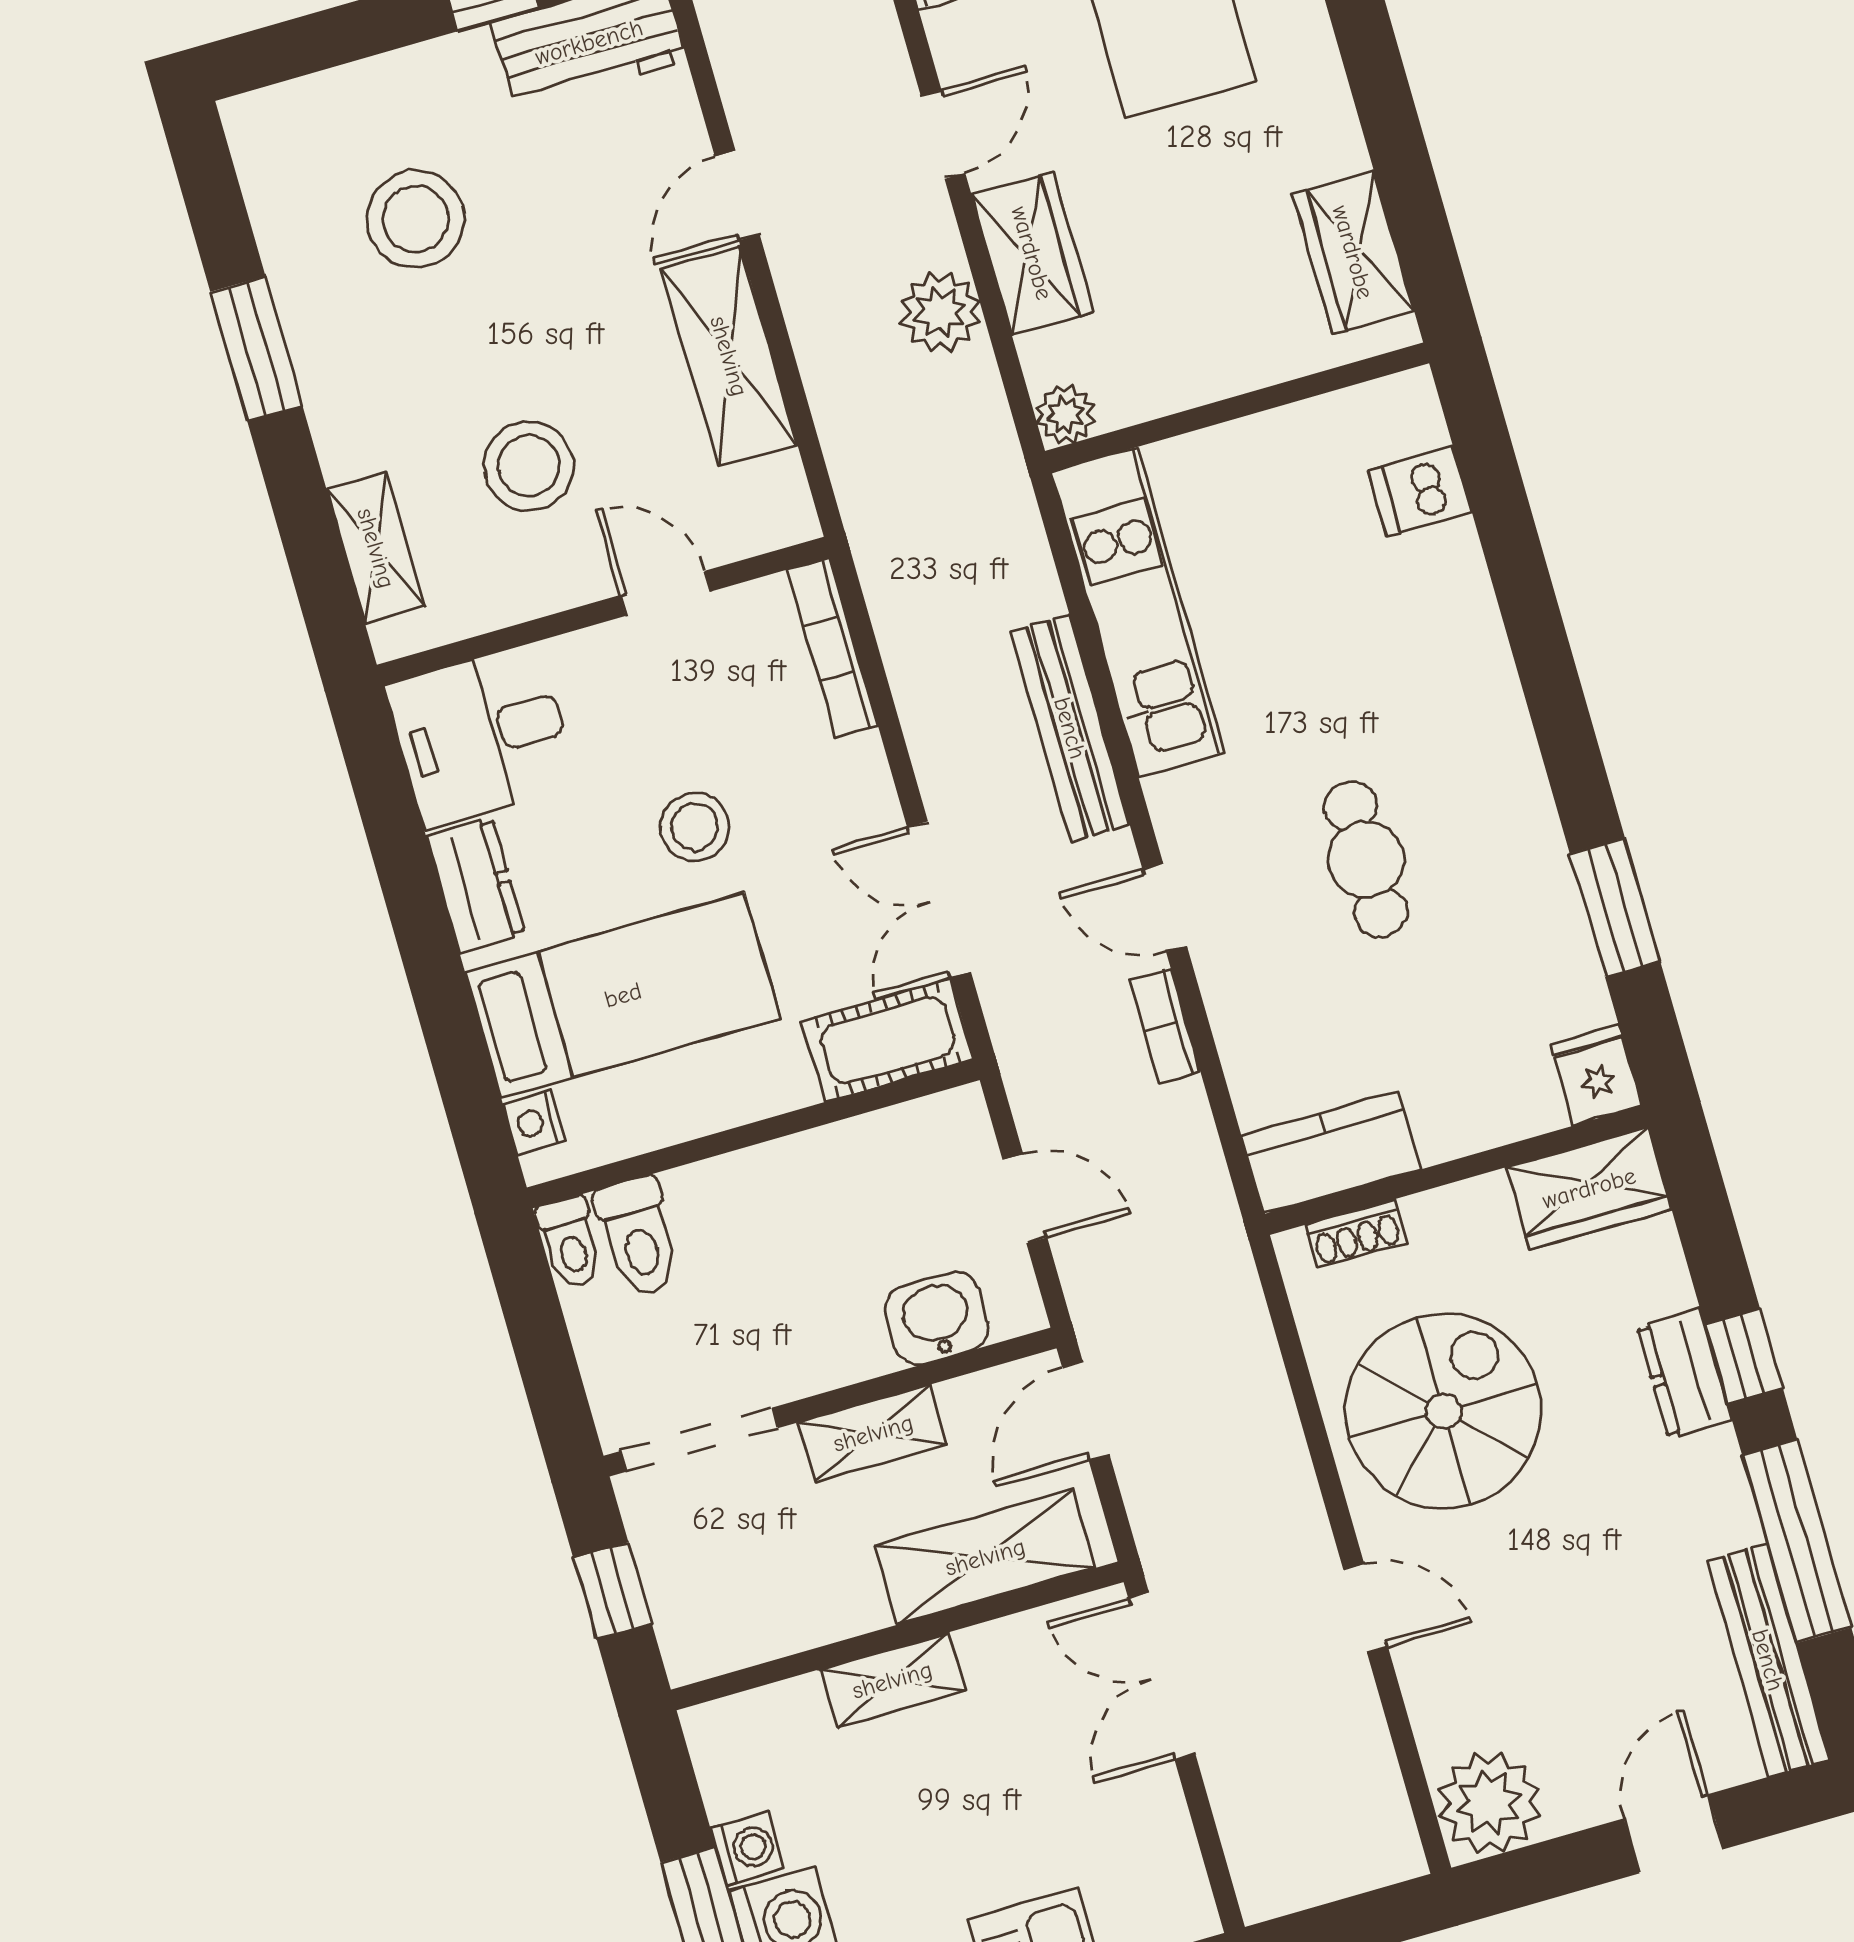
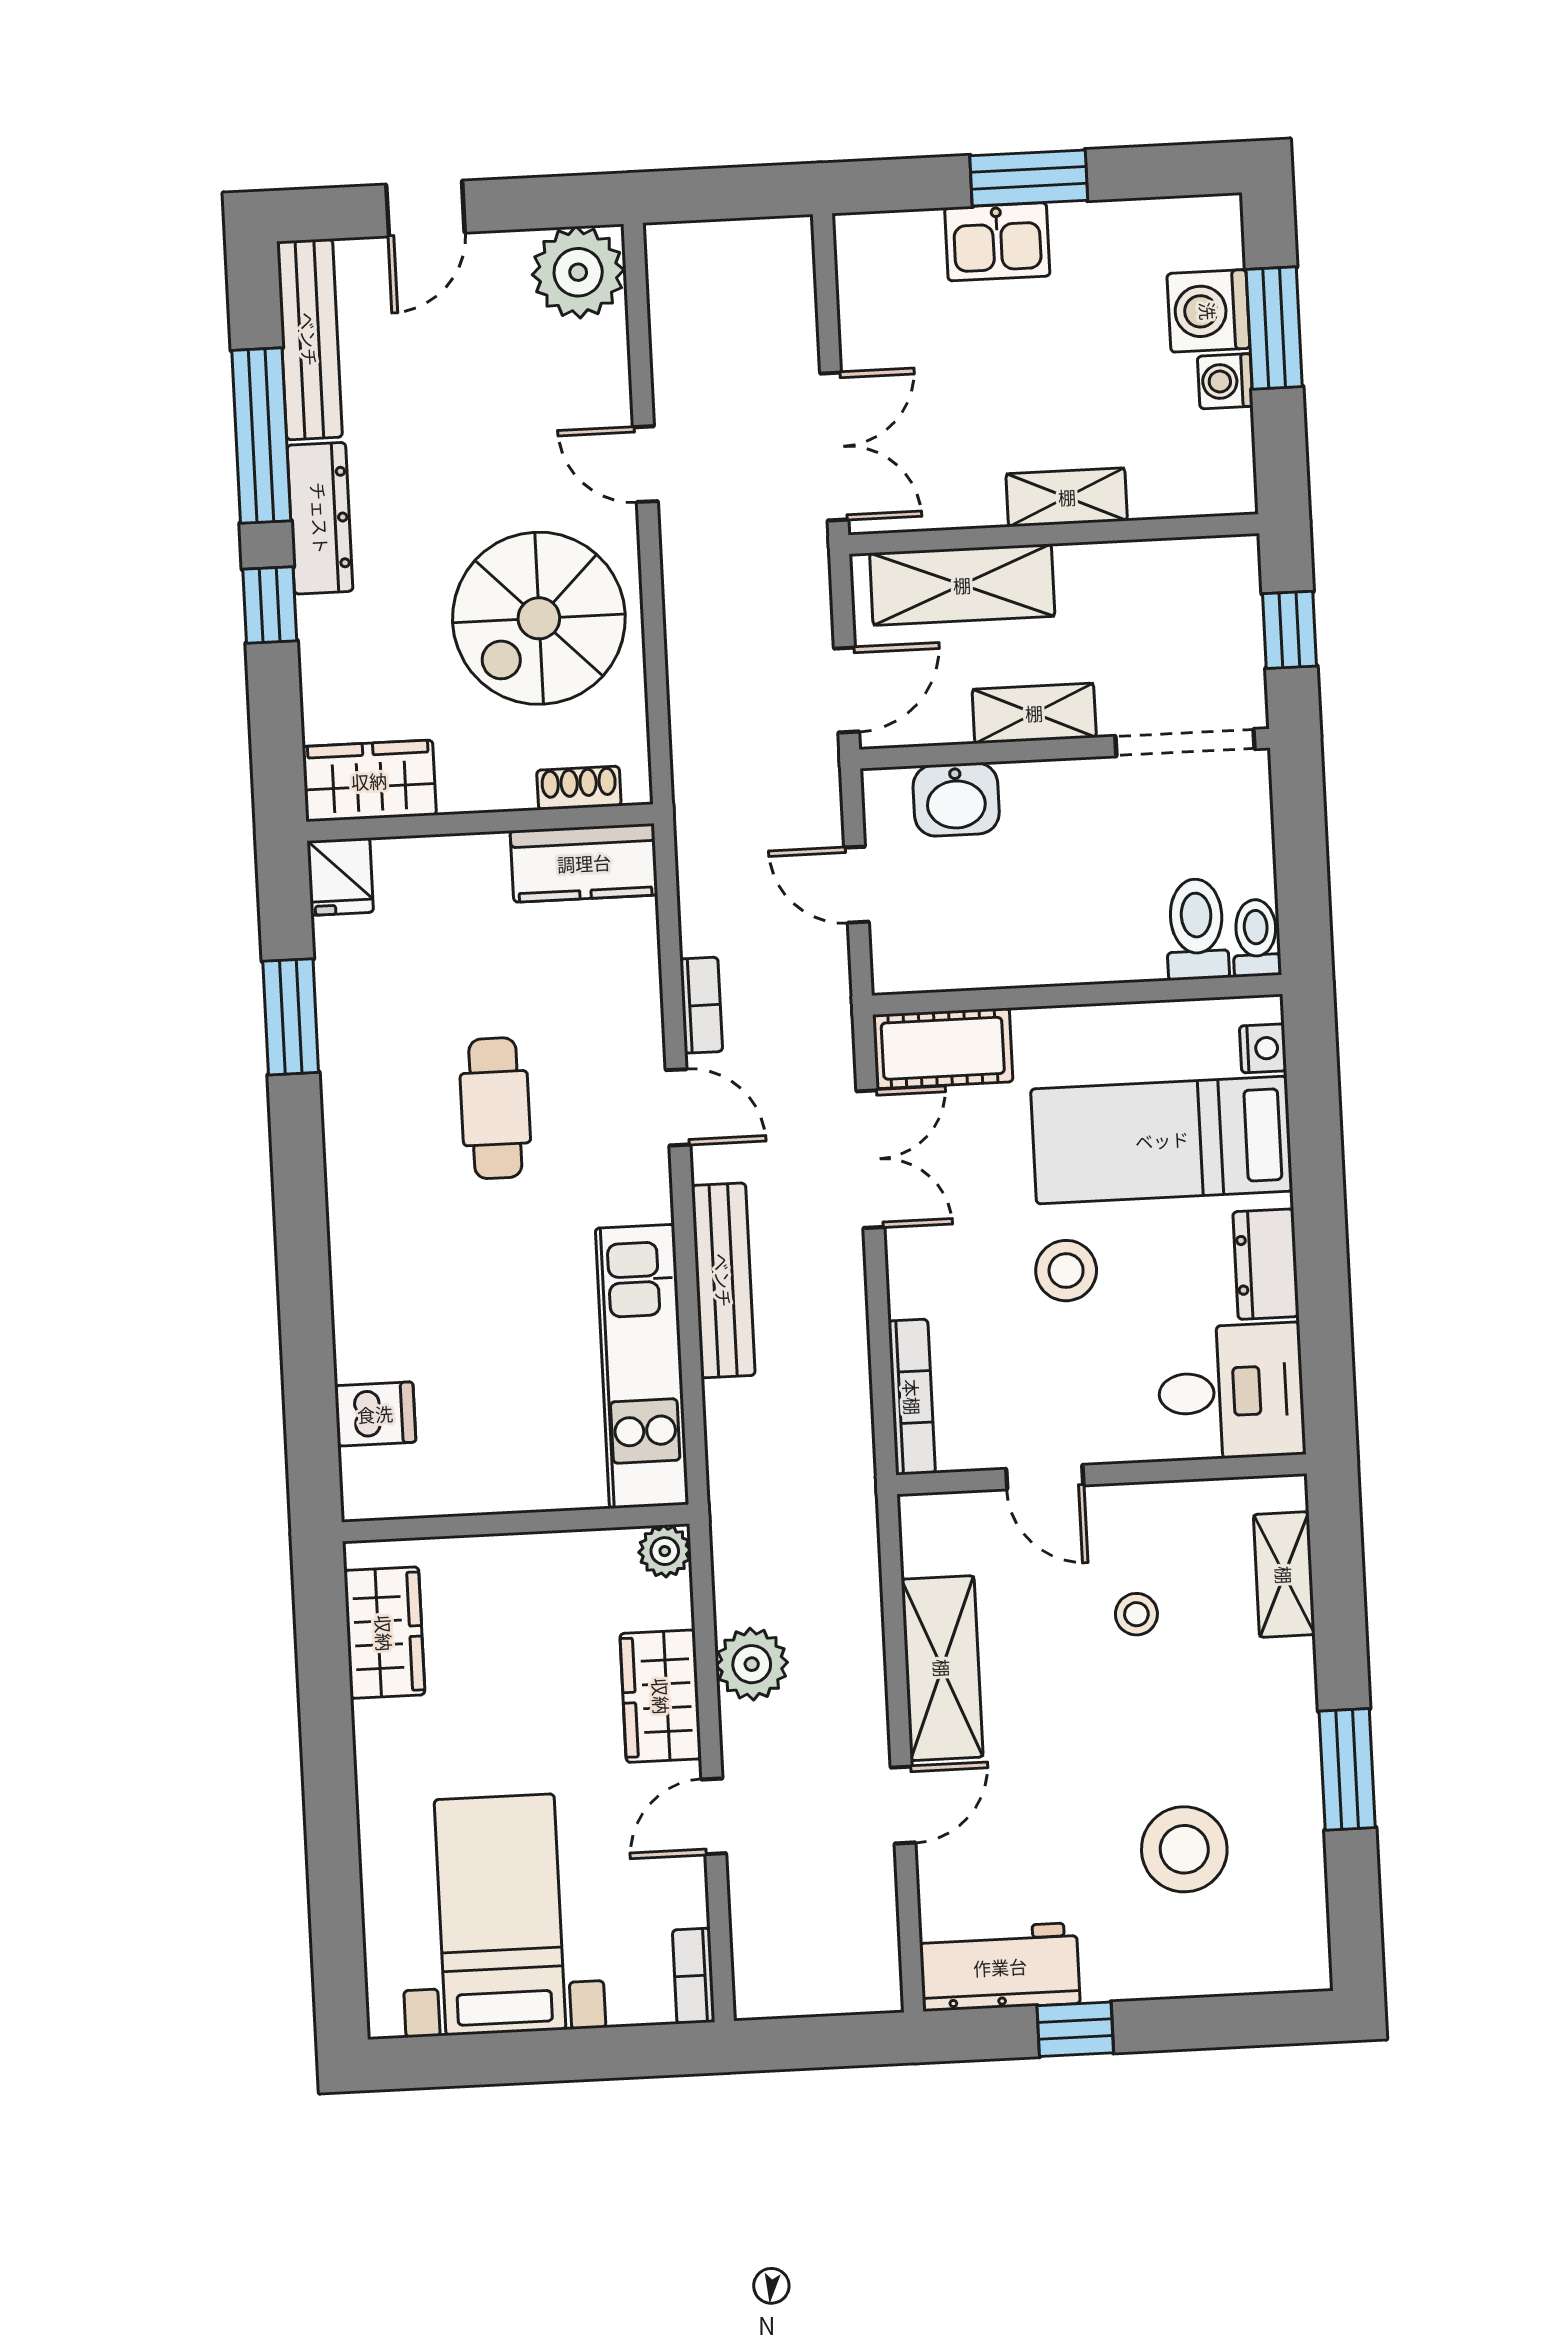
stool: (529, 466) -> (1136, 1614), width x0.53, depth x0.53
dresser: (1684, 1373) -> (320, 518), moved, width x1.44

